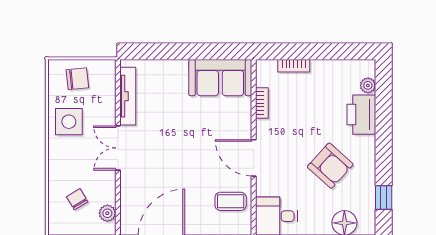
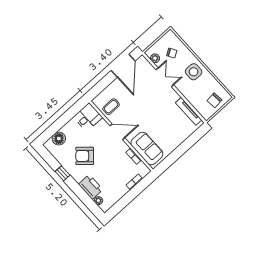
sofa: (220, 78) -> (147, 148), moved, turned 90
side table: (69, 122) -> (194, 72), moved
double door: (118, 148) -> (165, 77), moved
window: (384, 198) -> (62, 173), moved

